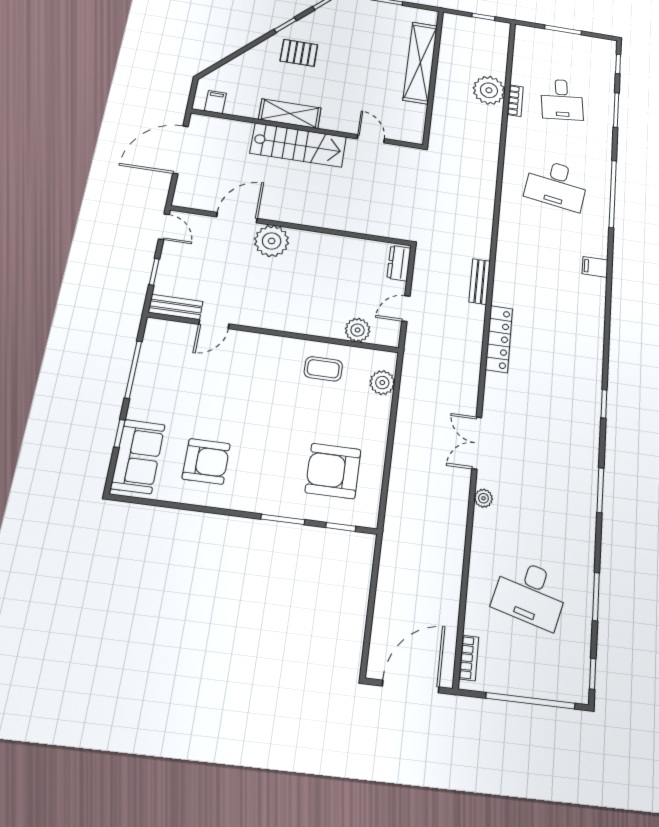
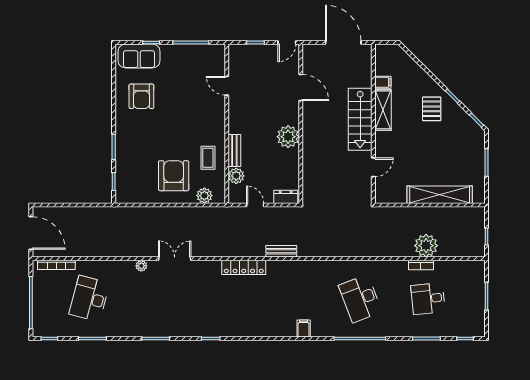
filing cabinet: (215, 102) -> (383, 82), moved
desk: (556, 185) -> (360, 299), turned -30
plant: (272, 241) -> (288, 137), moved
bench: (176, 307) -> (234, 150), moved
armchair: (333, 471) -> (174, 176), moved
bookcase: (469, 658) -> (56, 265), width x1.56

